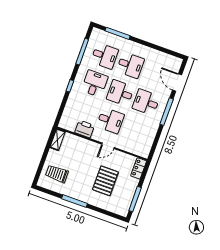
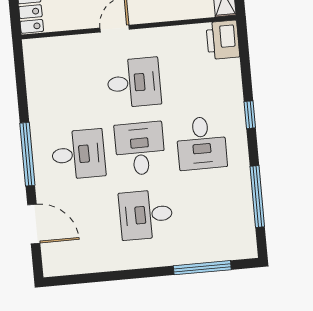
desk: (105, 56) -> (207, 209), removed
desk: (120, 93) -> (140, 149), turned -90
desk: (110, 120) -> (134, 83), turned 180
printer: (85, 129) -> (223, 40), moved, turned 90

